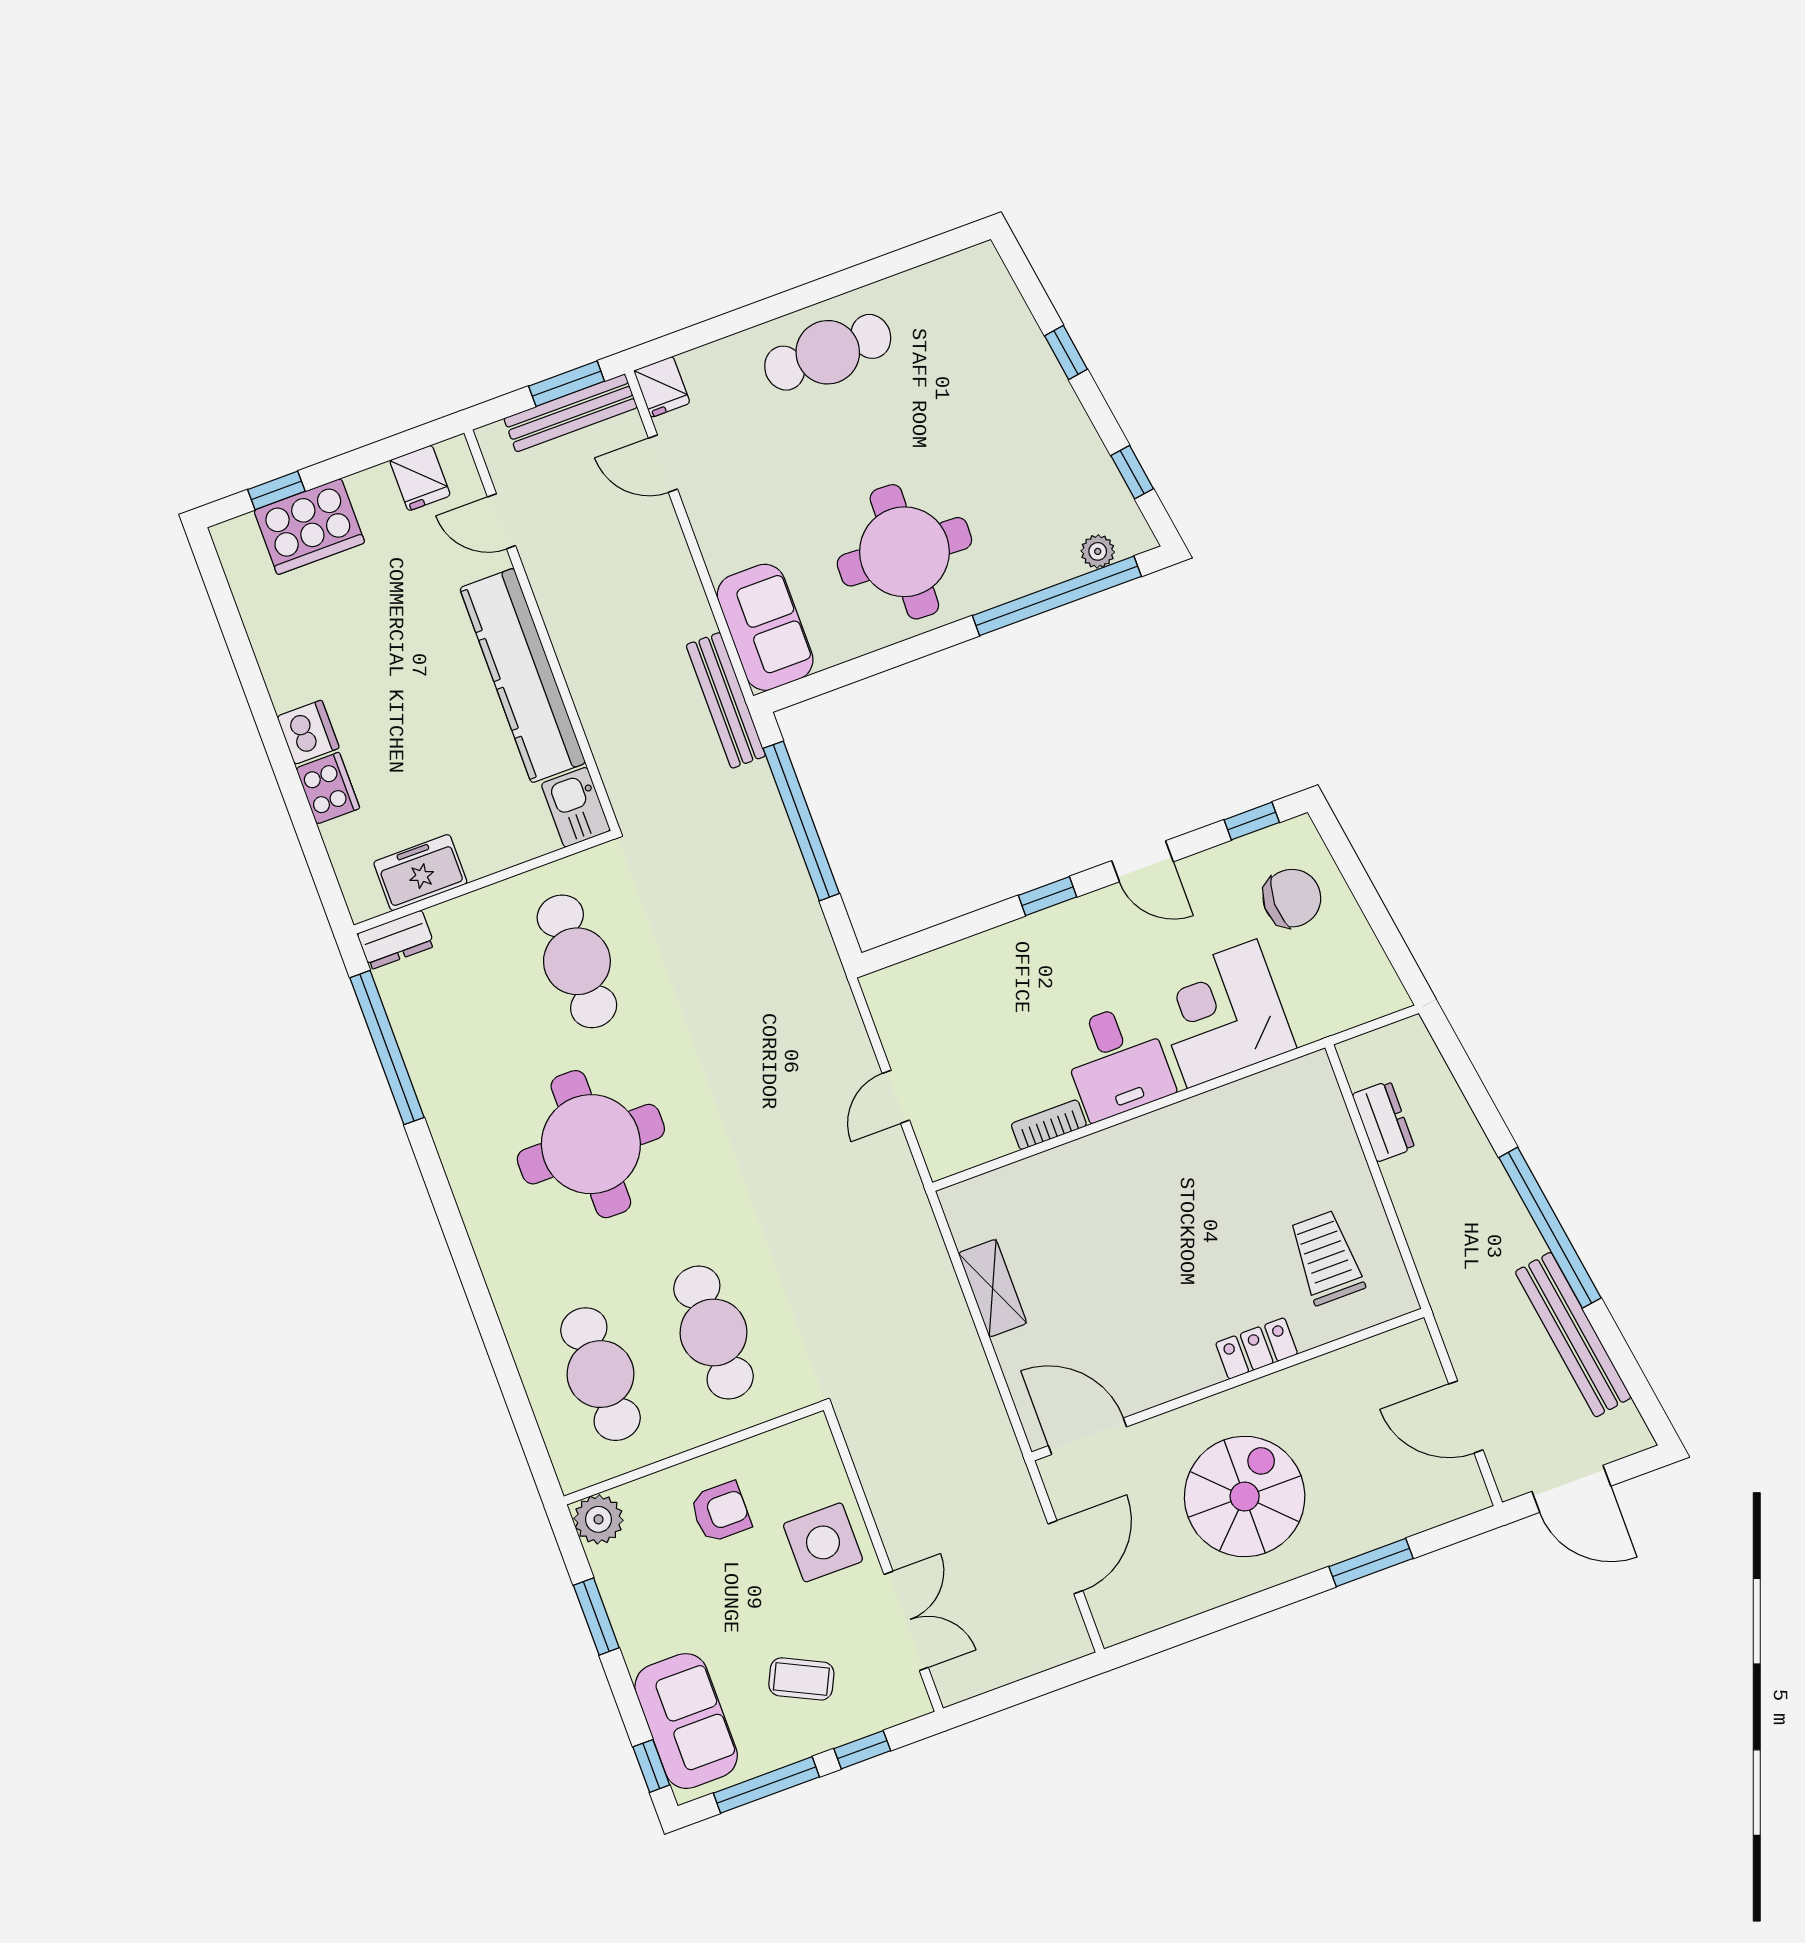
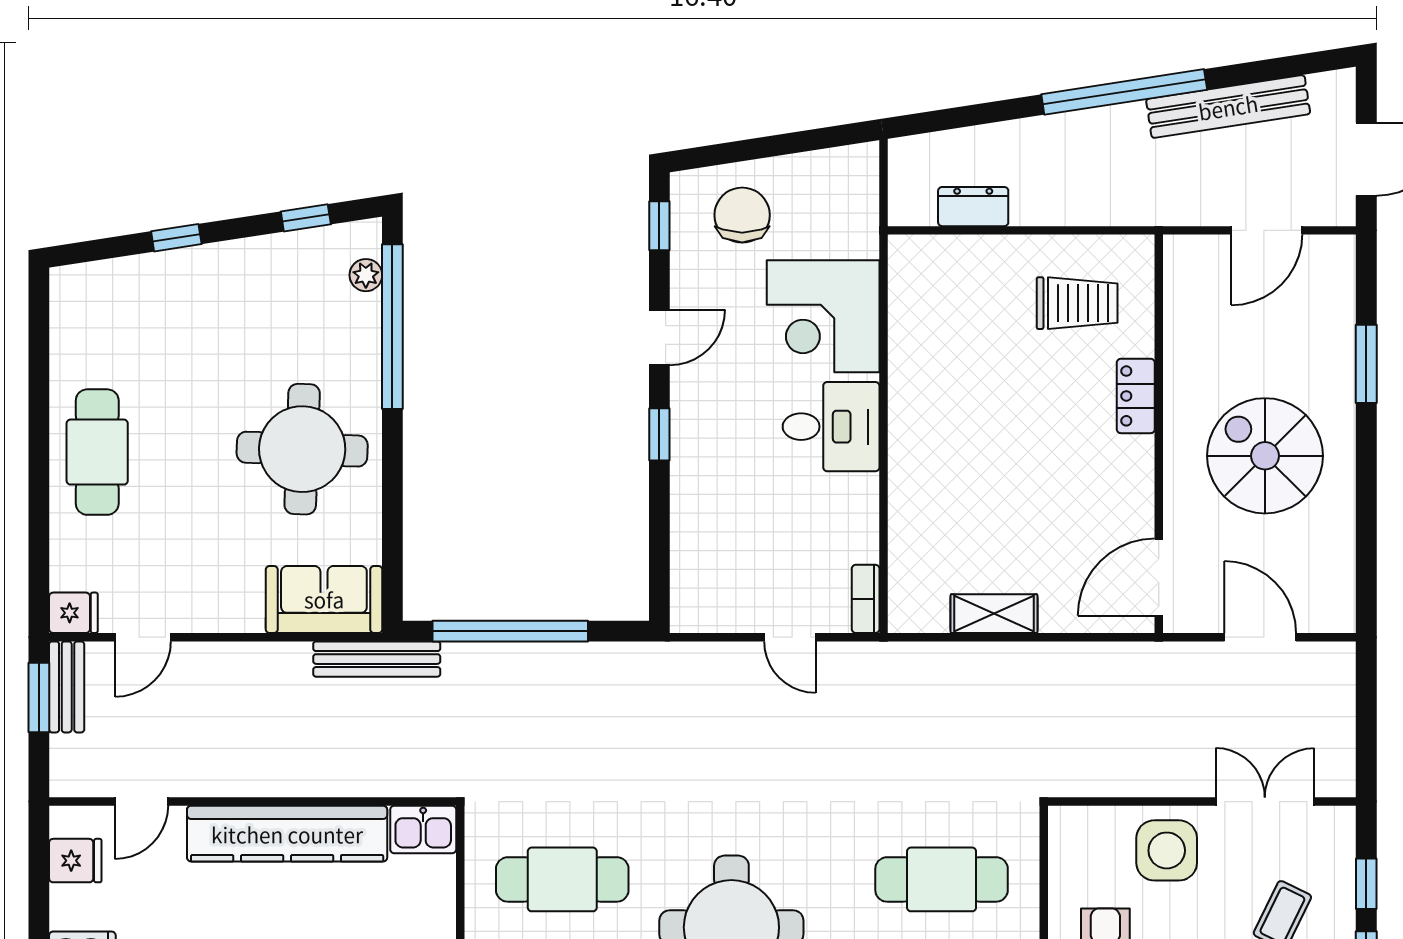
bench: (571, 413) -> (67, 687), width x0.73
bookcase: (1049, 1125) -> (866, 599), moved
trolley: (1326, 1258) -> (1077, 303), turned 180

